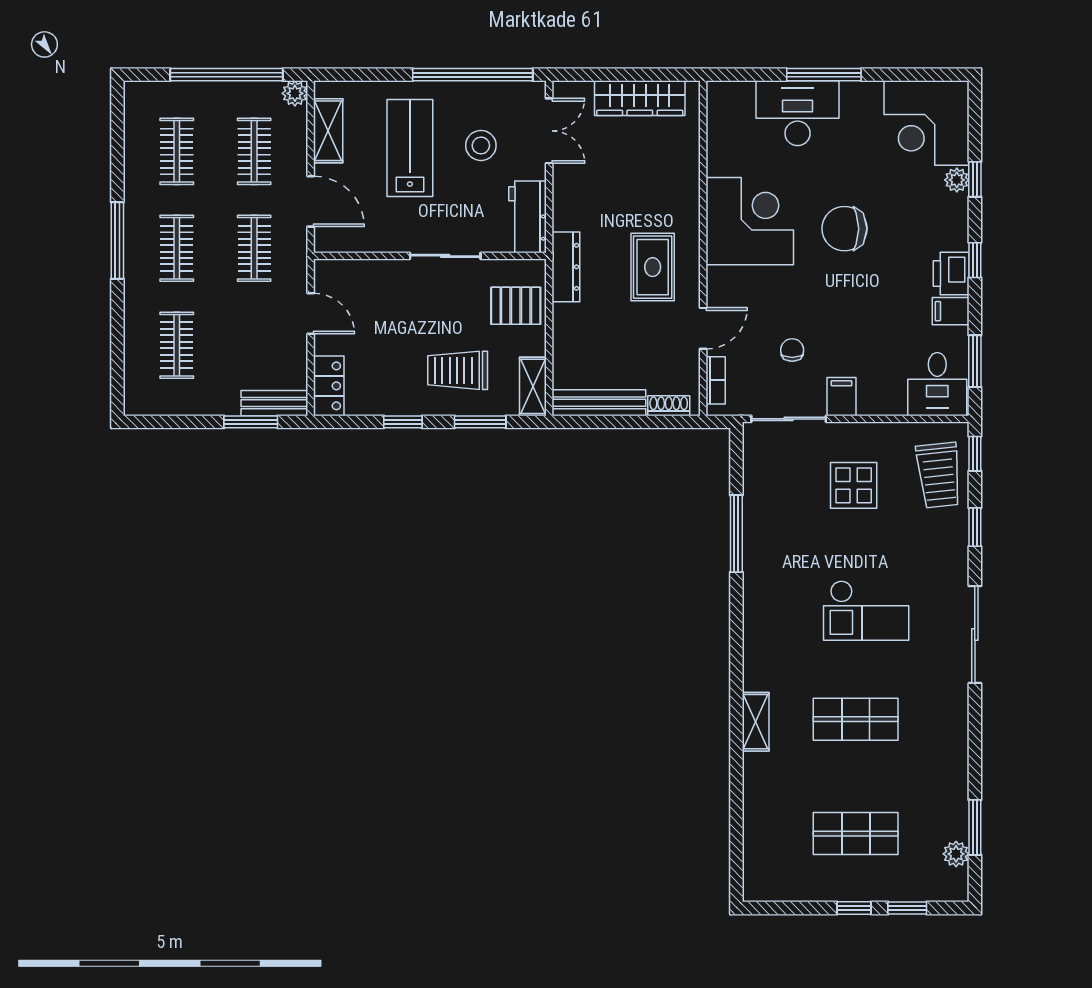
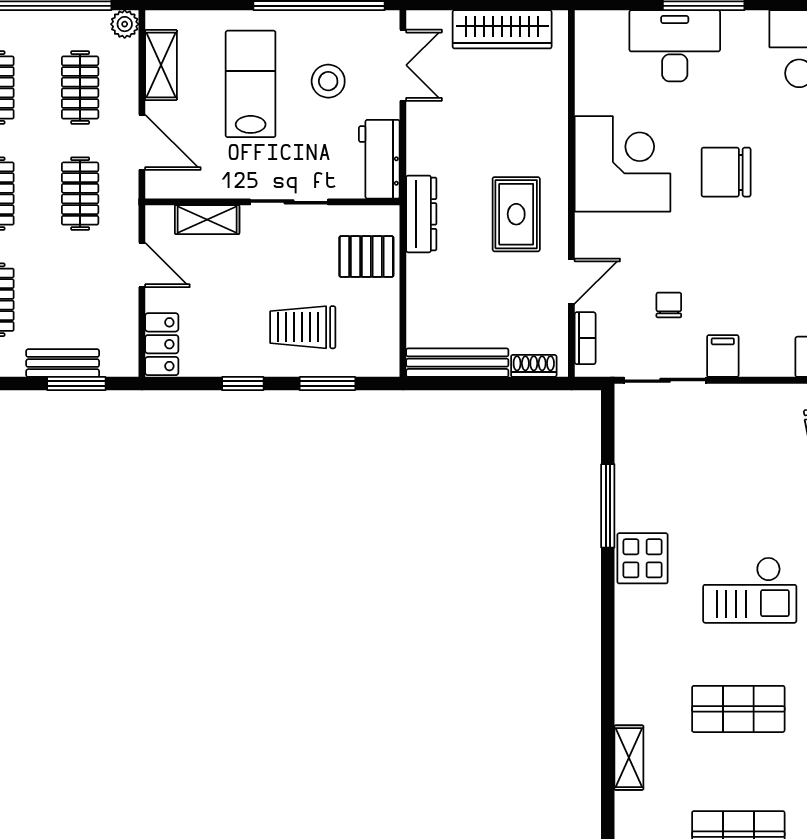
shelving: (533, 386) -> (207, 220), moved, turned 90
bench: (274, 403) -> (63, 363), moved
display table: (854, 485) -> (643, 558), moved
shelving: (756, 722) -> (629, 758), moved

